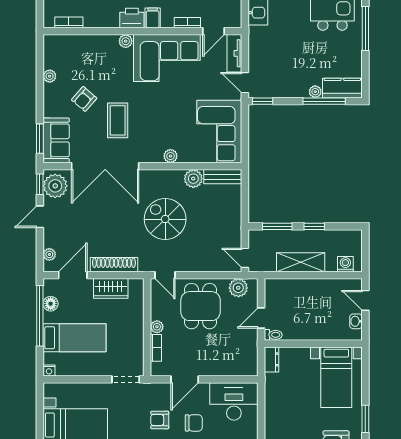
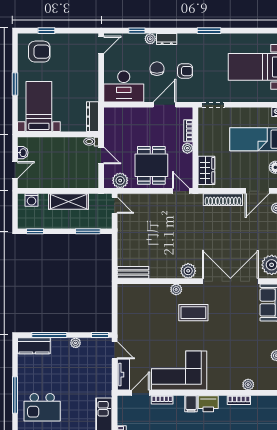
bookcase: (69, 22) -> (239, 400), moved
plant: (126, 41) -> (248, 385), moved
plant: (315, 92) -> (76, 343), moved
armchair: (84, 99) -> (248, 337), removed
coffee table: (118, 120) -> (193, 313), moved, turned 90
corner sofa: (219, 132) -> (136, 310), removed
plant: (193, 179) -> (188, 271), moved
spiral stairs: (165, 219) -> (181, 237), removed
window: (314, 226) -> (35, 231), moved
wardrobe: (111, 288) -> (206, 170), moved, turned 90
door: (365, 300) -> (15, 170), hinge flipped
door: (261, 318) -> (101, 156), hinge flipped
dresser: (272, 359) -> (93, 117), width x1.44
window: (365, 419) -> (15, 84), moved
chair: (194, 423) -> (157, 69), turned 90

